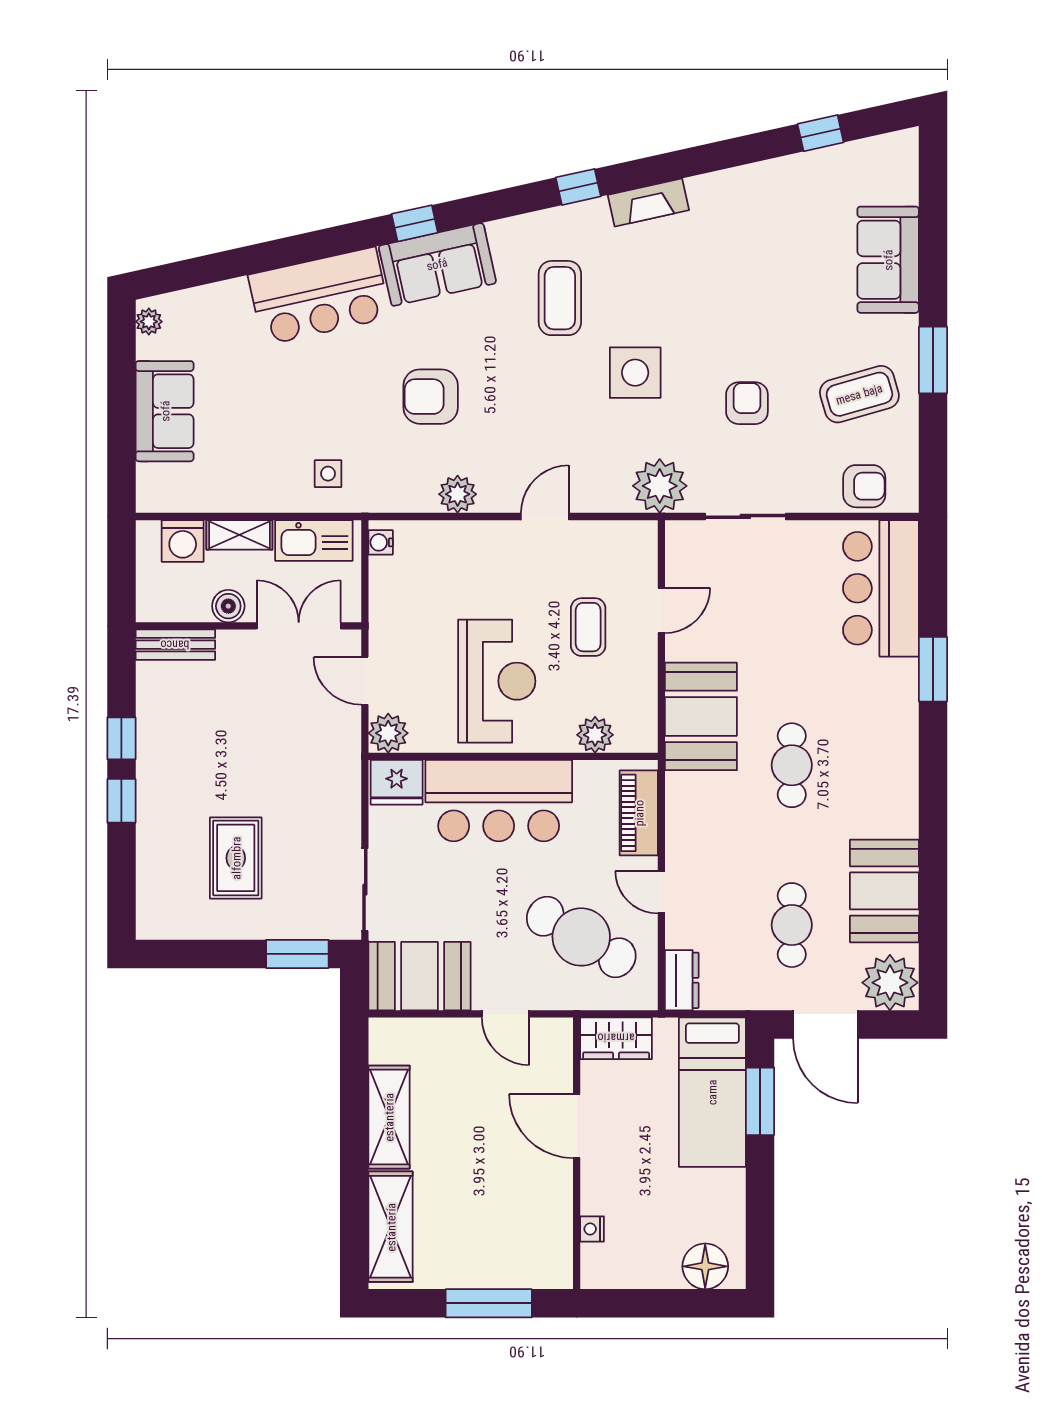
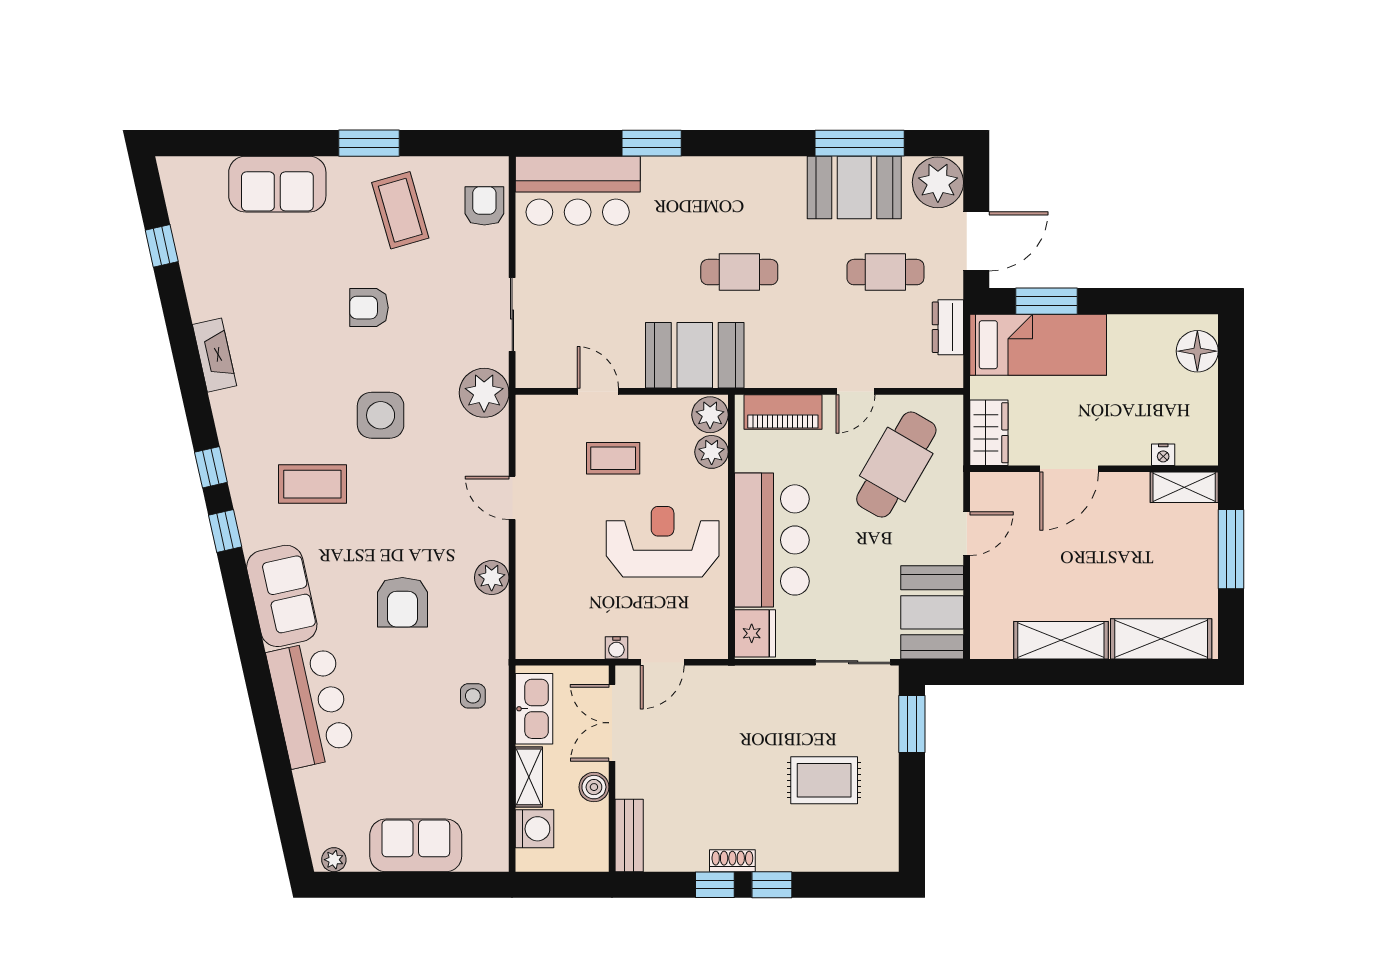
fireplace: (648, 203) -> (214, 355), moved
window: (415, 223) -> (225, 531), moved
armchair: (747, 403) -> (369, 308), moved
water cooler: (381, 542) -> (616, 648), moved
plant: (388, 733) -> (710, 415), moved
shoe rack: (148, 758) -> (732, 861), added
window: (933, 897) -> (860, 143), added
dresser: (682, 980) -> (948, 327), moved, turned -90
shelving: (556, 1252) -> (1184, 487), added

